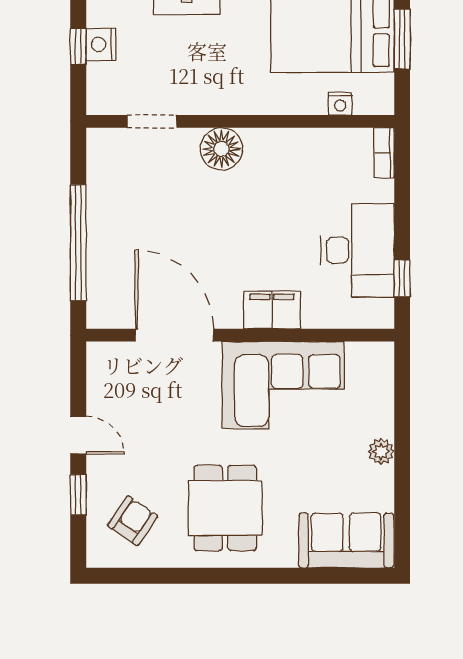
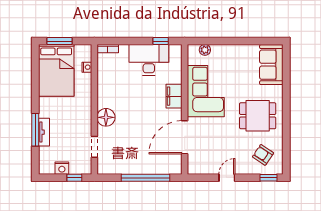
window: (78, 46) -> (74, 178), moved
plant: (381, 451) -> (205, 50), moved
window: (78, 495) -> (269, 178), moved

